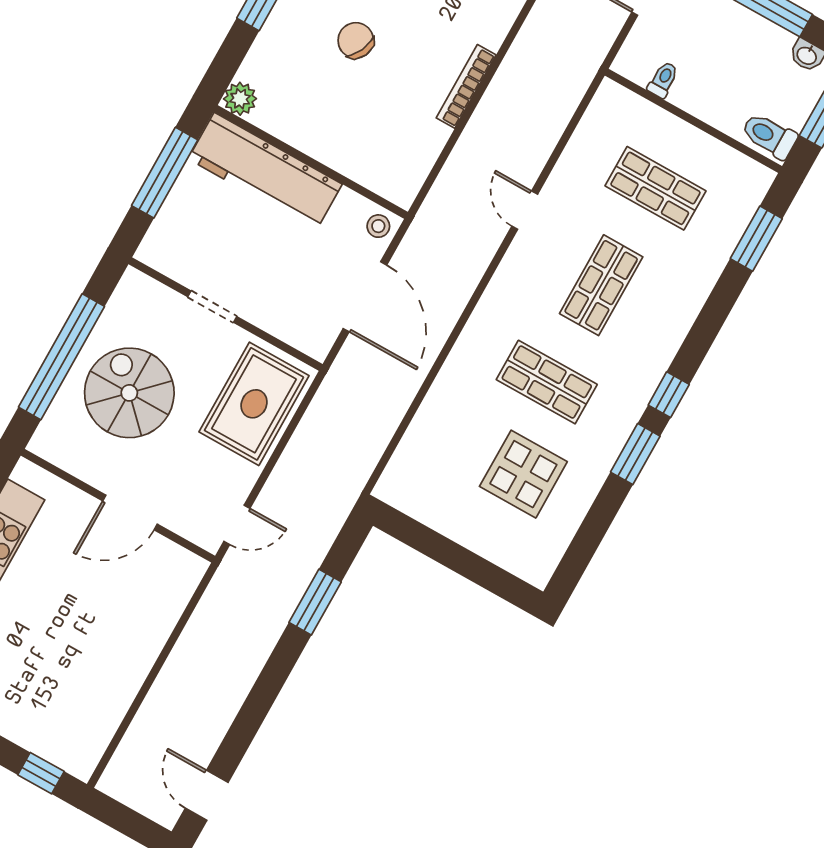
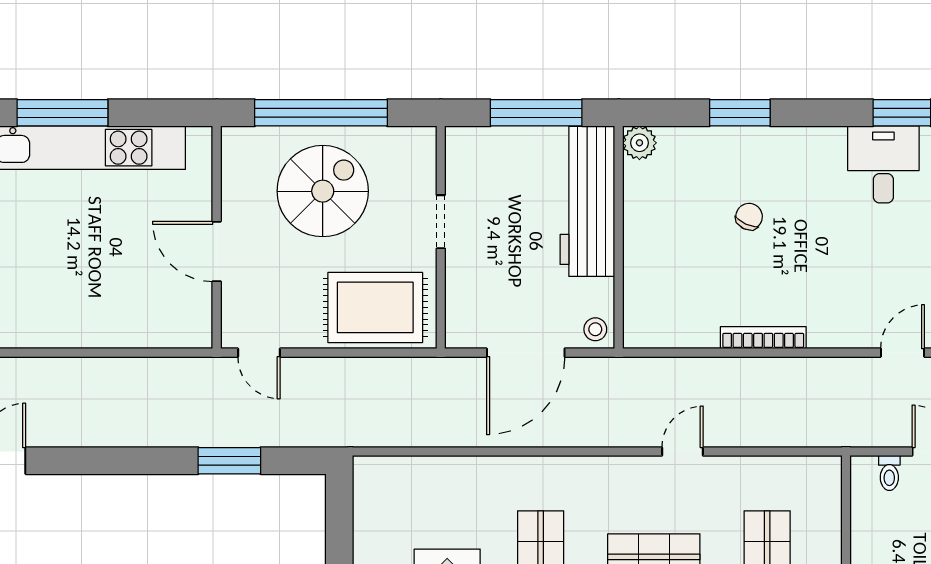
chair: (356, 40) -> (749, 217), width x0.73, depth x0.73
toilet: (663, 80) -> (889, 473), moved, turned 90

